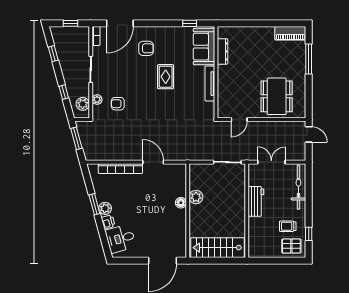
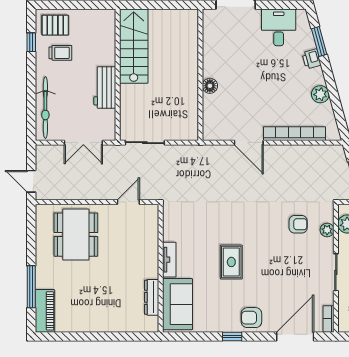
window: (190, 23) -> (232, 337), moved
piano: (290, 33) -> (45, 311), moved, turned 90
armchair: (146, 48) -> (251, 318), moved
tv unit: (210, 84) -> (169, 260), width x0.71
plant: (196, 197) -> (189, 94), removed
window: (94, 204) -> (319, 42), moved
plant: (105, 208) -> (320, 94), moved
desk: (121, 239) -> (279, 27), moved, turned -75
stairs: (217, 248) -> (134, 46), moved, turned -90

